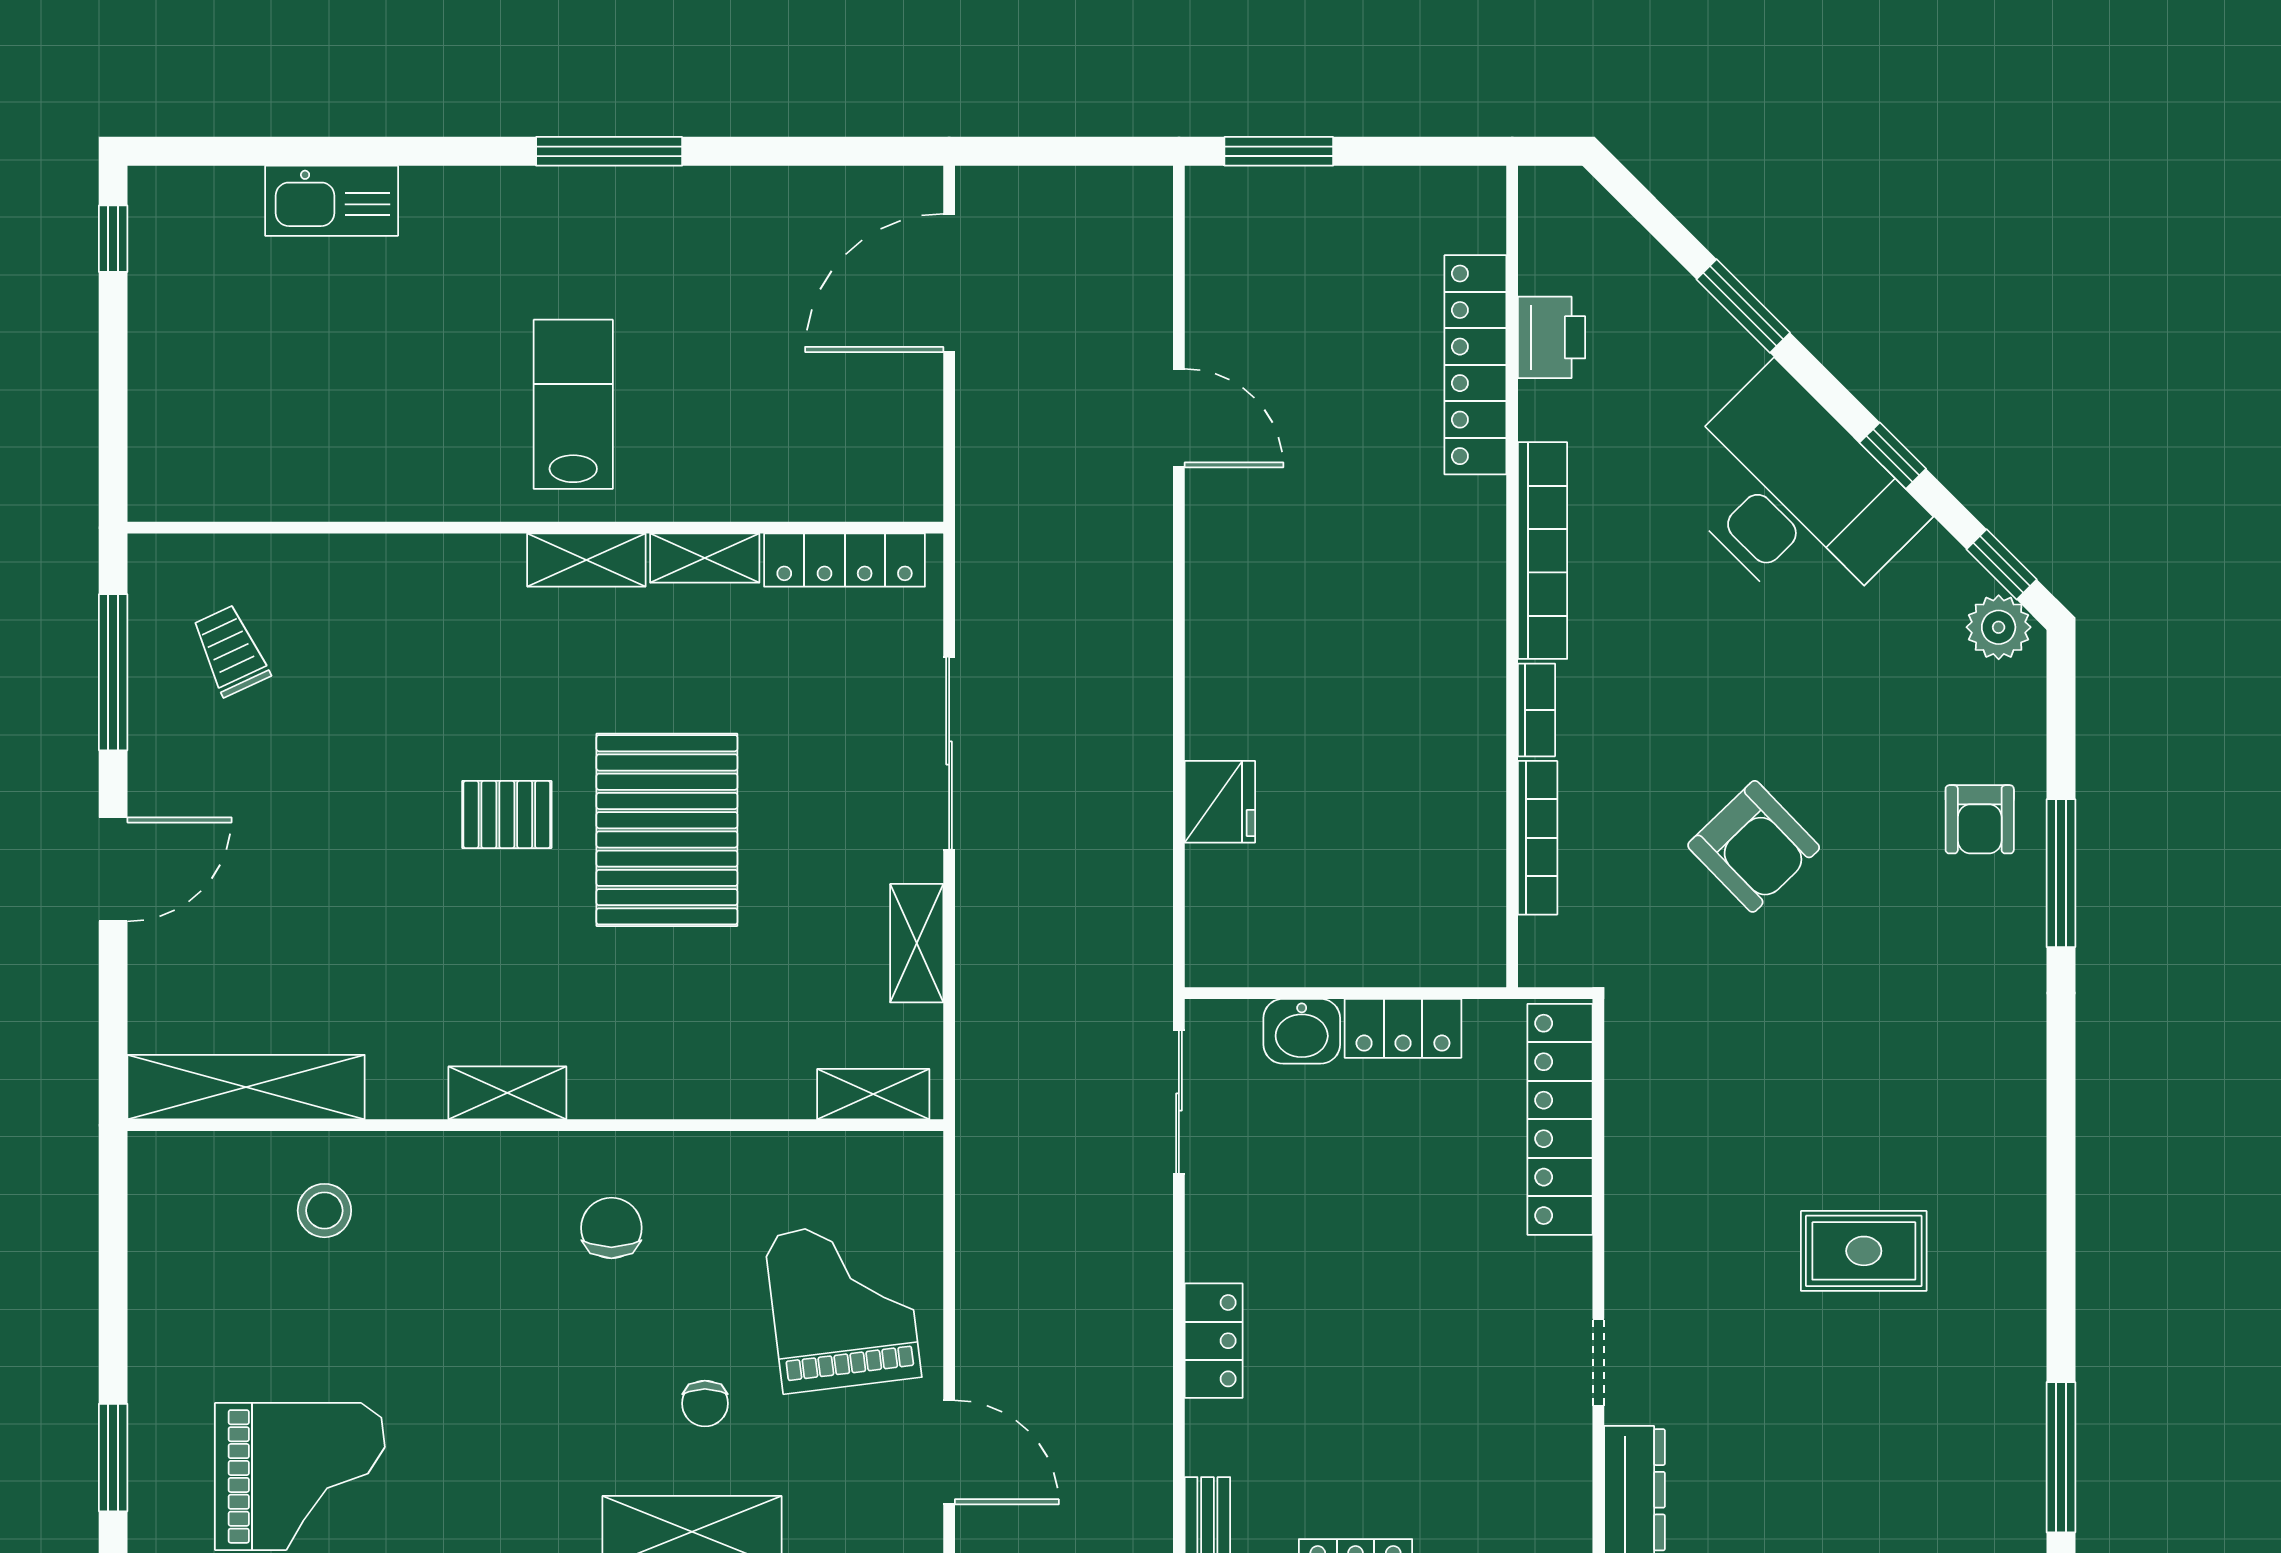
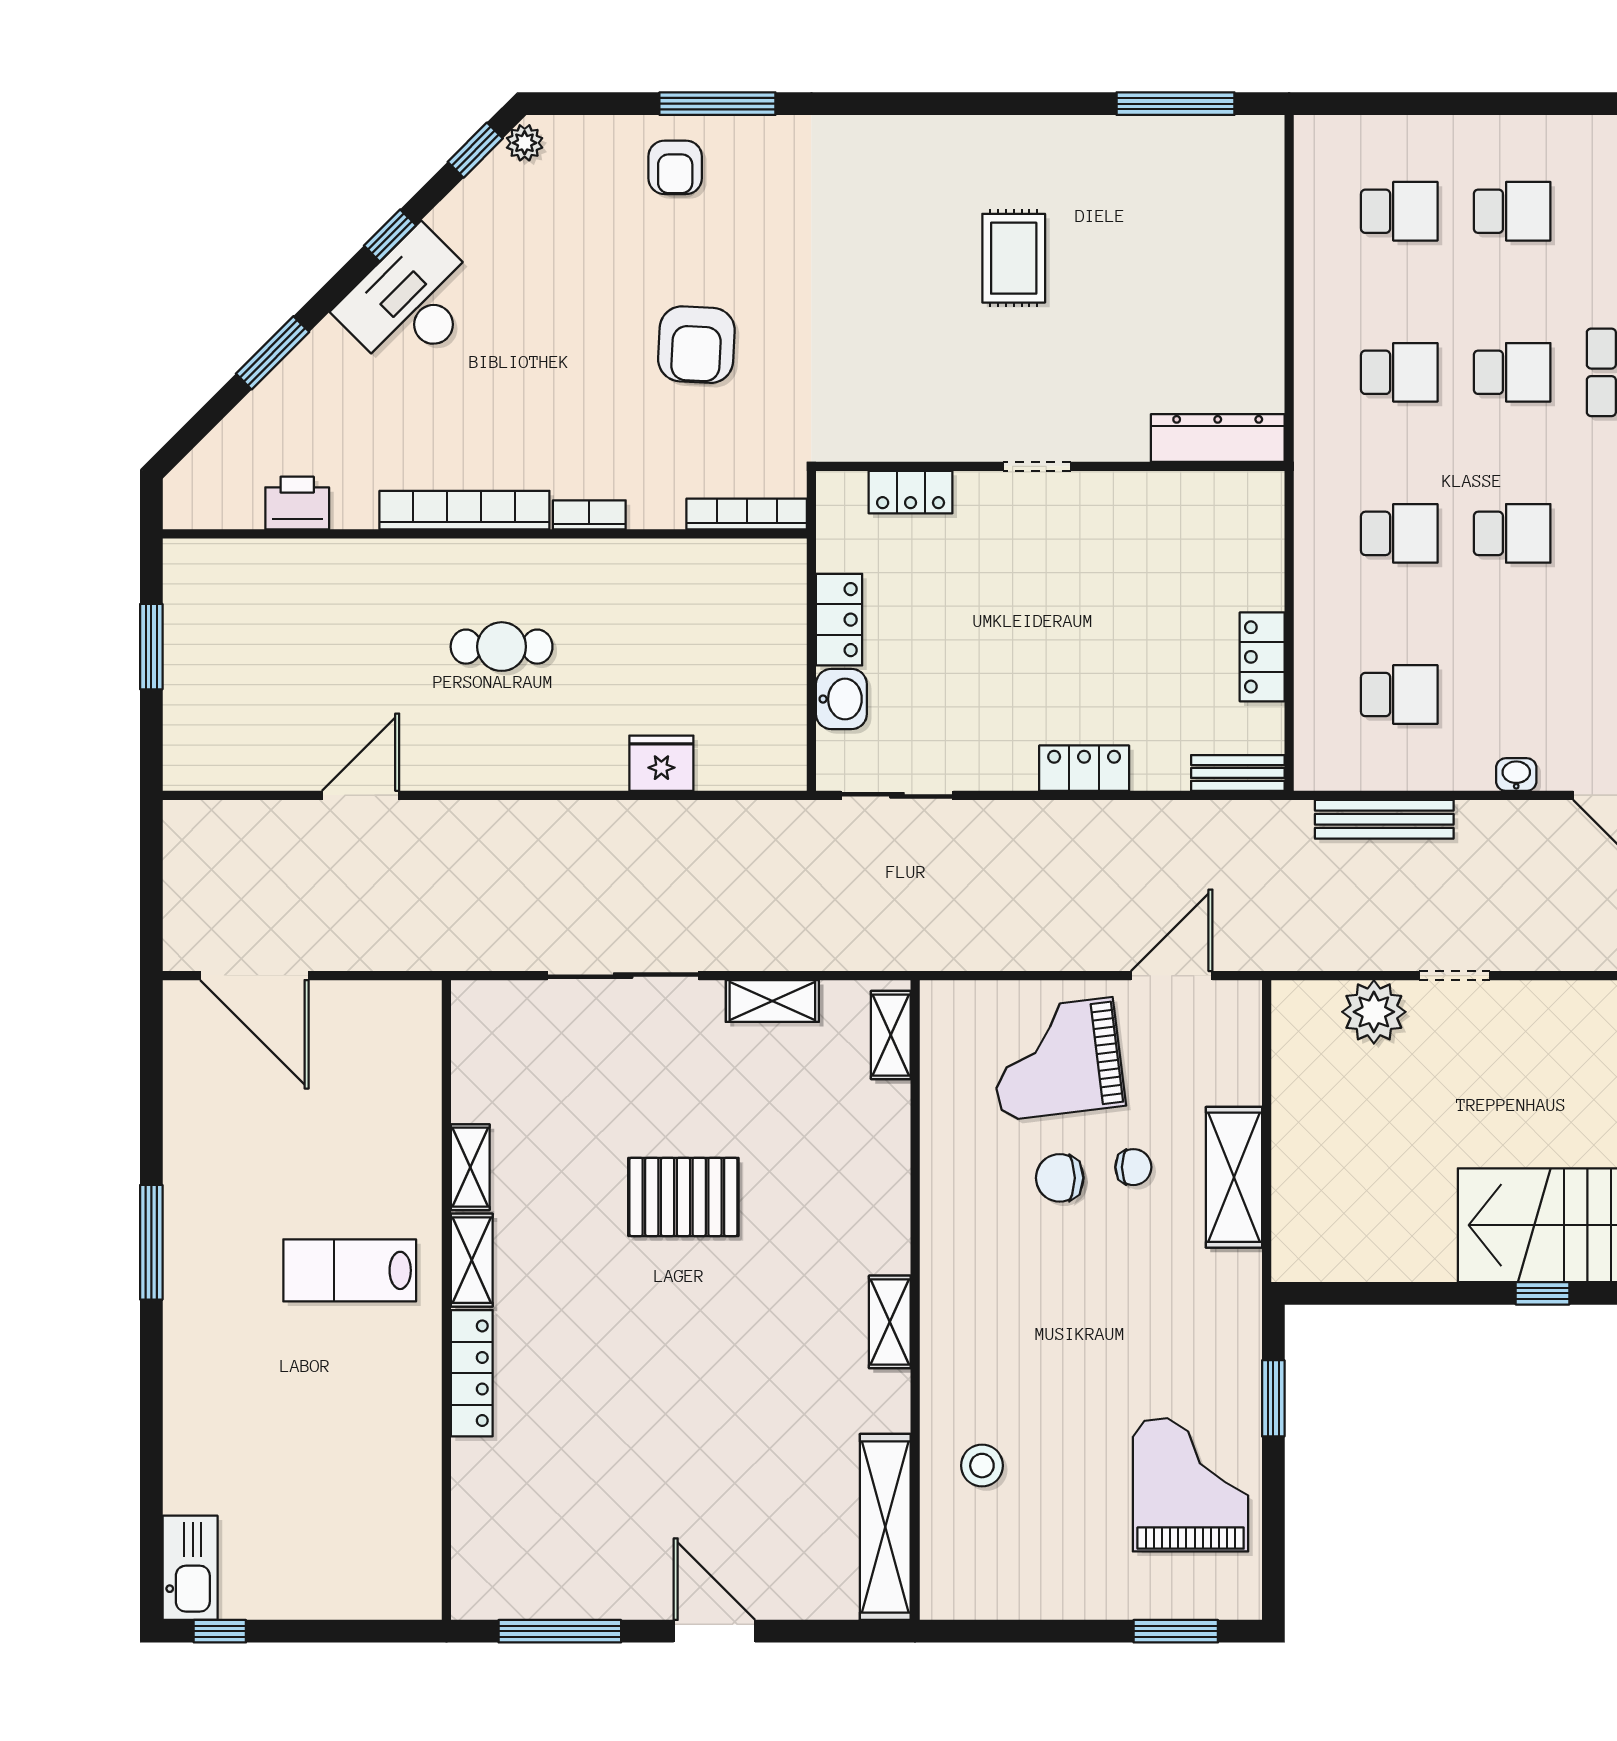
window: (1279, 151) -> (151, 647), moved
kitchen sink: (332, 201) -> (190, 1568), moved
locker: (1475, 365) -> (319, 563), removed
desk: (1794, 497) -> (411, 302), width x0.73, depth x0.77
locker: (845, 560) -> (472, 1373), moved
cafe table: (1369, 598) -> (502, 647), added
plant: (1999, 627) -> (525, 143), width x0.73, depth x0.73
trolley: (231, 651) -> (543, 1539), removed
pallet: (507, 814) -> (671, 1322), removed
armchair: (1980, 819) -> (675, 167), turned 90
pallet: (667, 830) -> (683, 1197), width x0.73, depth x0.71
bookcase: (1538, 838) -> (747, 514), moved
armchair: (1754, 846) -> (696, 345), turned 137
locker: (1560, 1119) -> (911, 492), width x0.46, depth x0.83
chair: (611, 1228) -> (1060, 1178), moved
doorway: (1598, 1362) -> (1037, 466), moved

